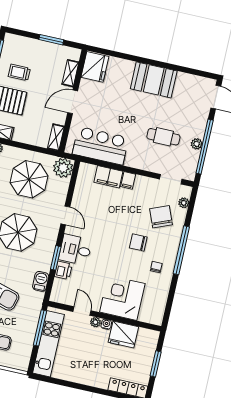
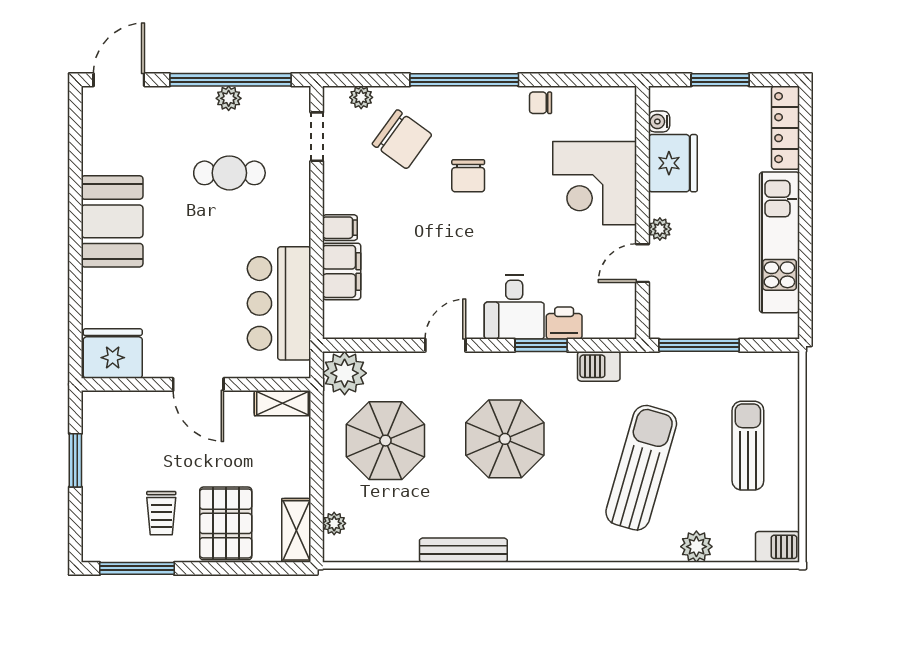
shelving: (70, 73) -> (138, 403), removed
cafe table: (163, 137) -> (229, 173), turned 90
chair: (161, 217) -> (402, 139), turned -122
chair: (156, 267) -> (541, 103), moved
water cooler: (106, 324) -> (659, 122), moved
kitchen unit: (48, 344) -> (779, 242), moved, turned -90

